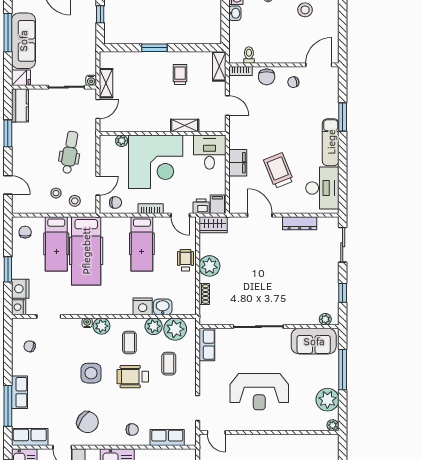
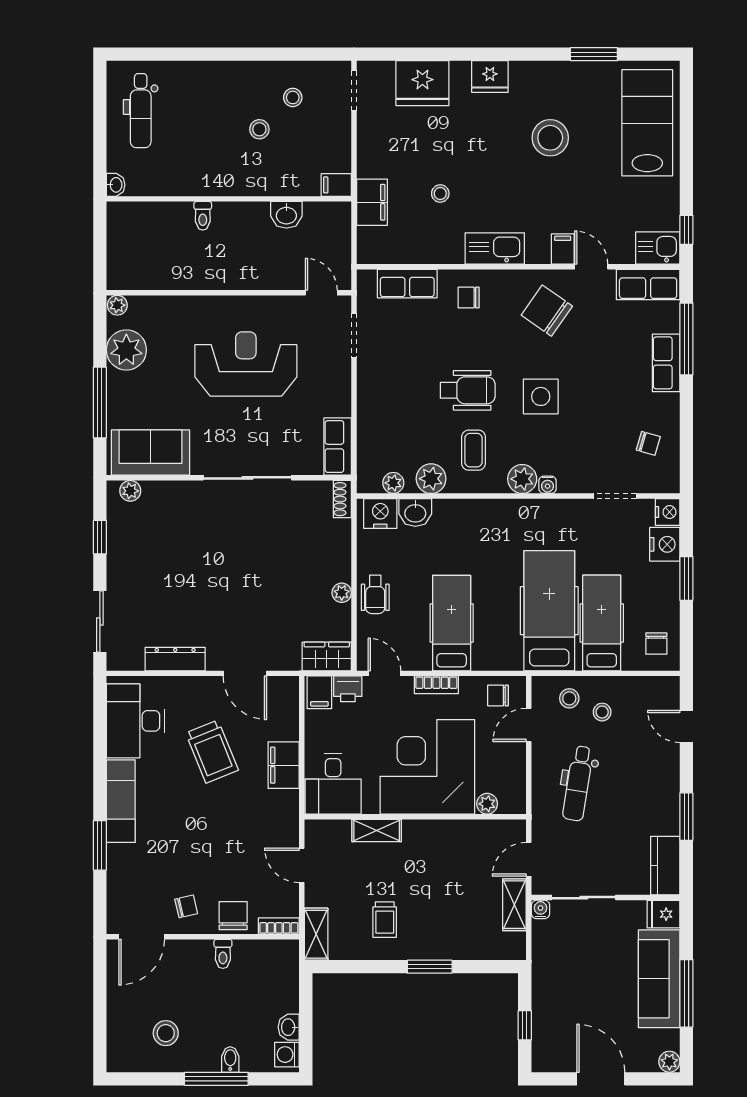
toilet: (249, 55) -> (223, 954), moved
plant: (209, 266) -> (342, 593), width x0.53, depth x0.53
shoe rack: (204, 294) -> (342, 499), moved
nightstand: (143, 306) -> (380, 514), moved
plant: (175, 329) -> (393, 483), width x0.53, depth x0.53
coffee table: (169, 364) -> (404, 413), removed

